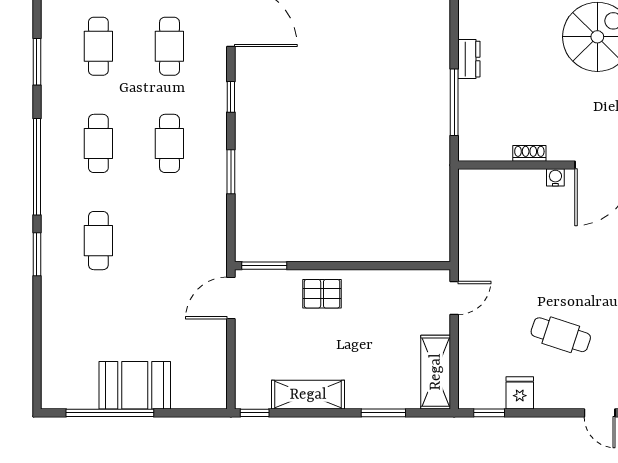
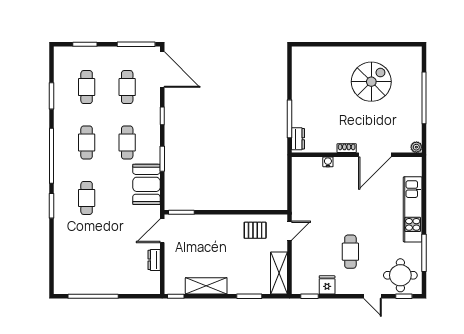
dresser: (469, 59) -> (298, 139), moved
shoe rack: (529, 153) -> (347, 148), moved
water cooler: (555, 177) -> (328, 162), moved
pallet: (322, 294) -> (255, 230), moved
cafe table: (561, 335) -> (350, 252), turned 72
dresser: (217, 349) -> (154, 260), added
booth: (135, 385) -> (146, 184), moved, turned 90

